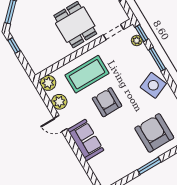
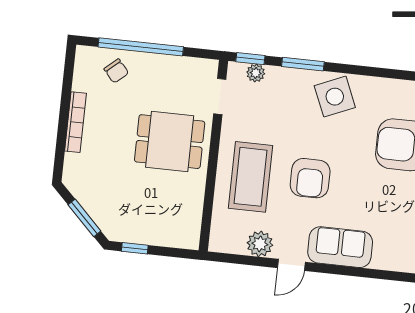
plant: (48, 83) -> (222, 240), removed
armchair: (107, 102) -> (310, 178), turned -90

